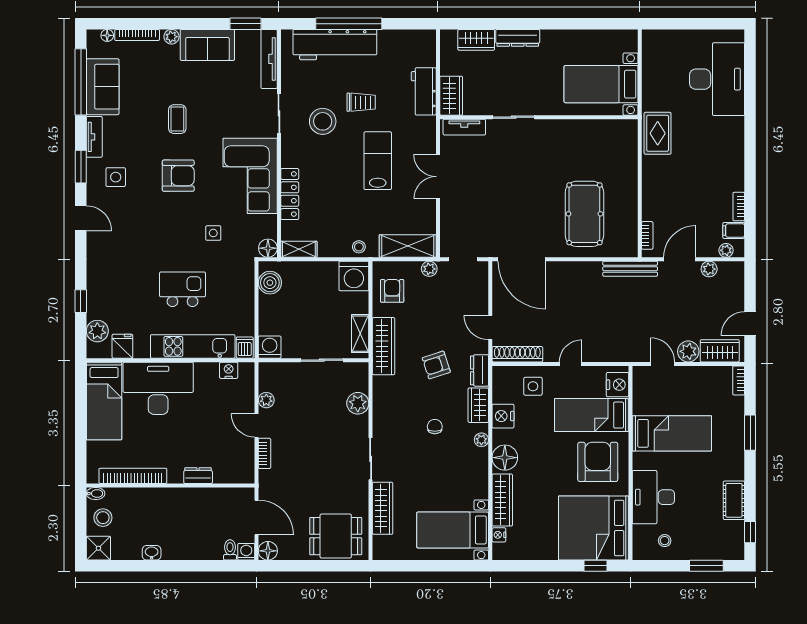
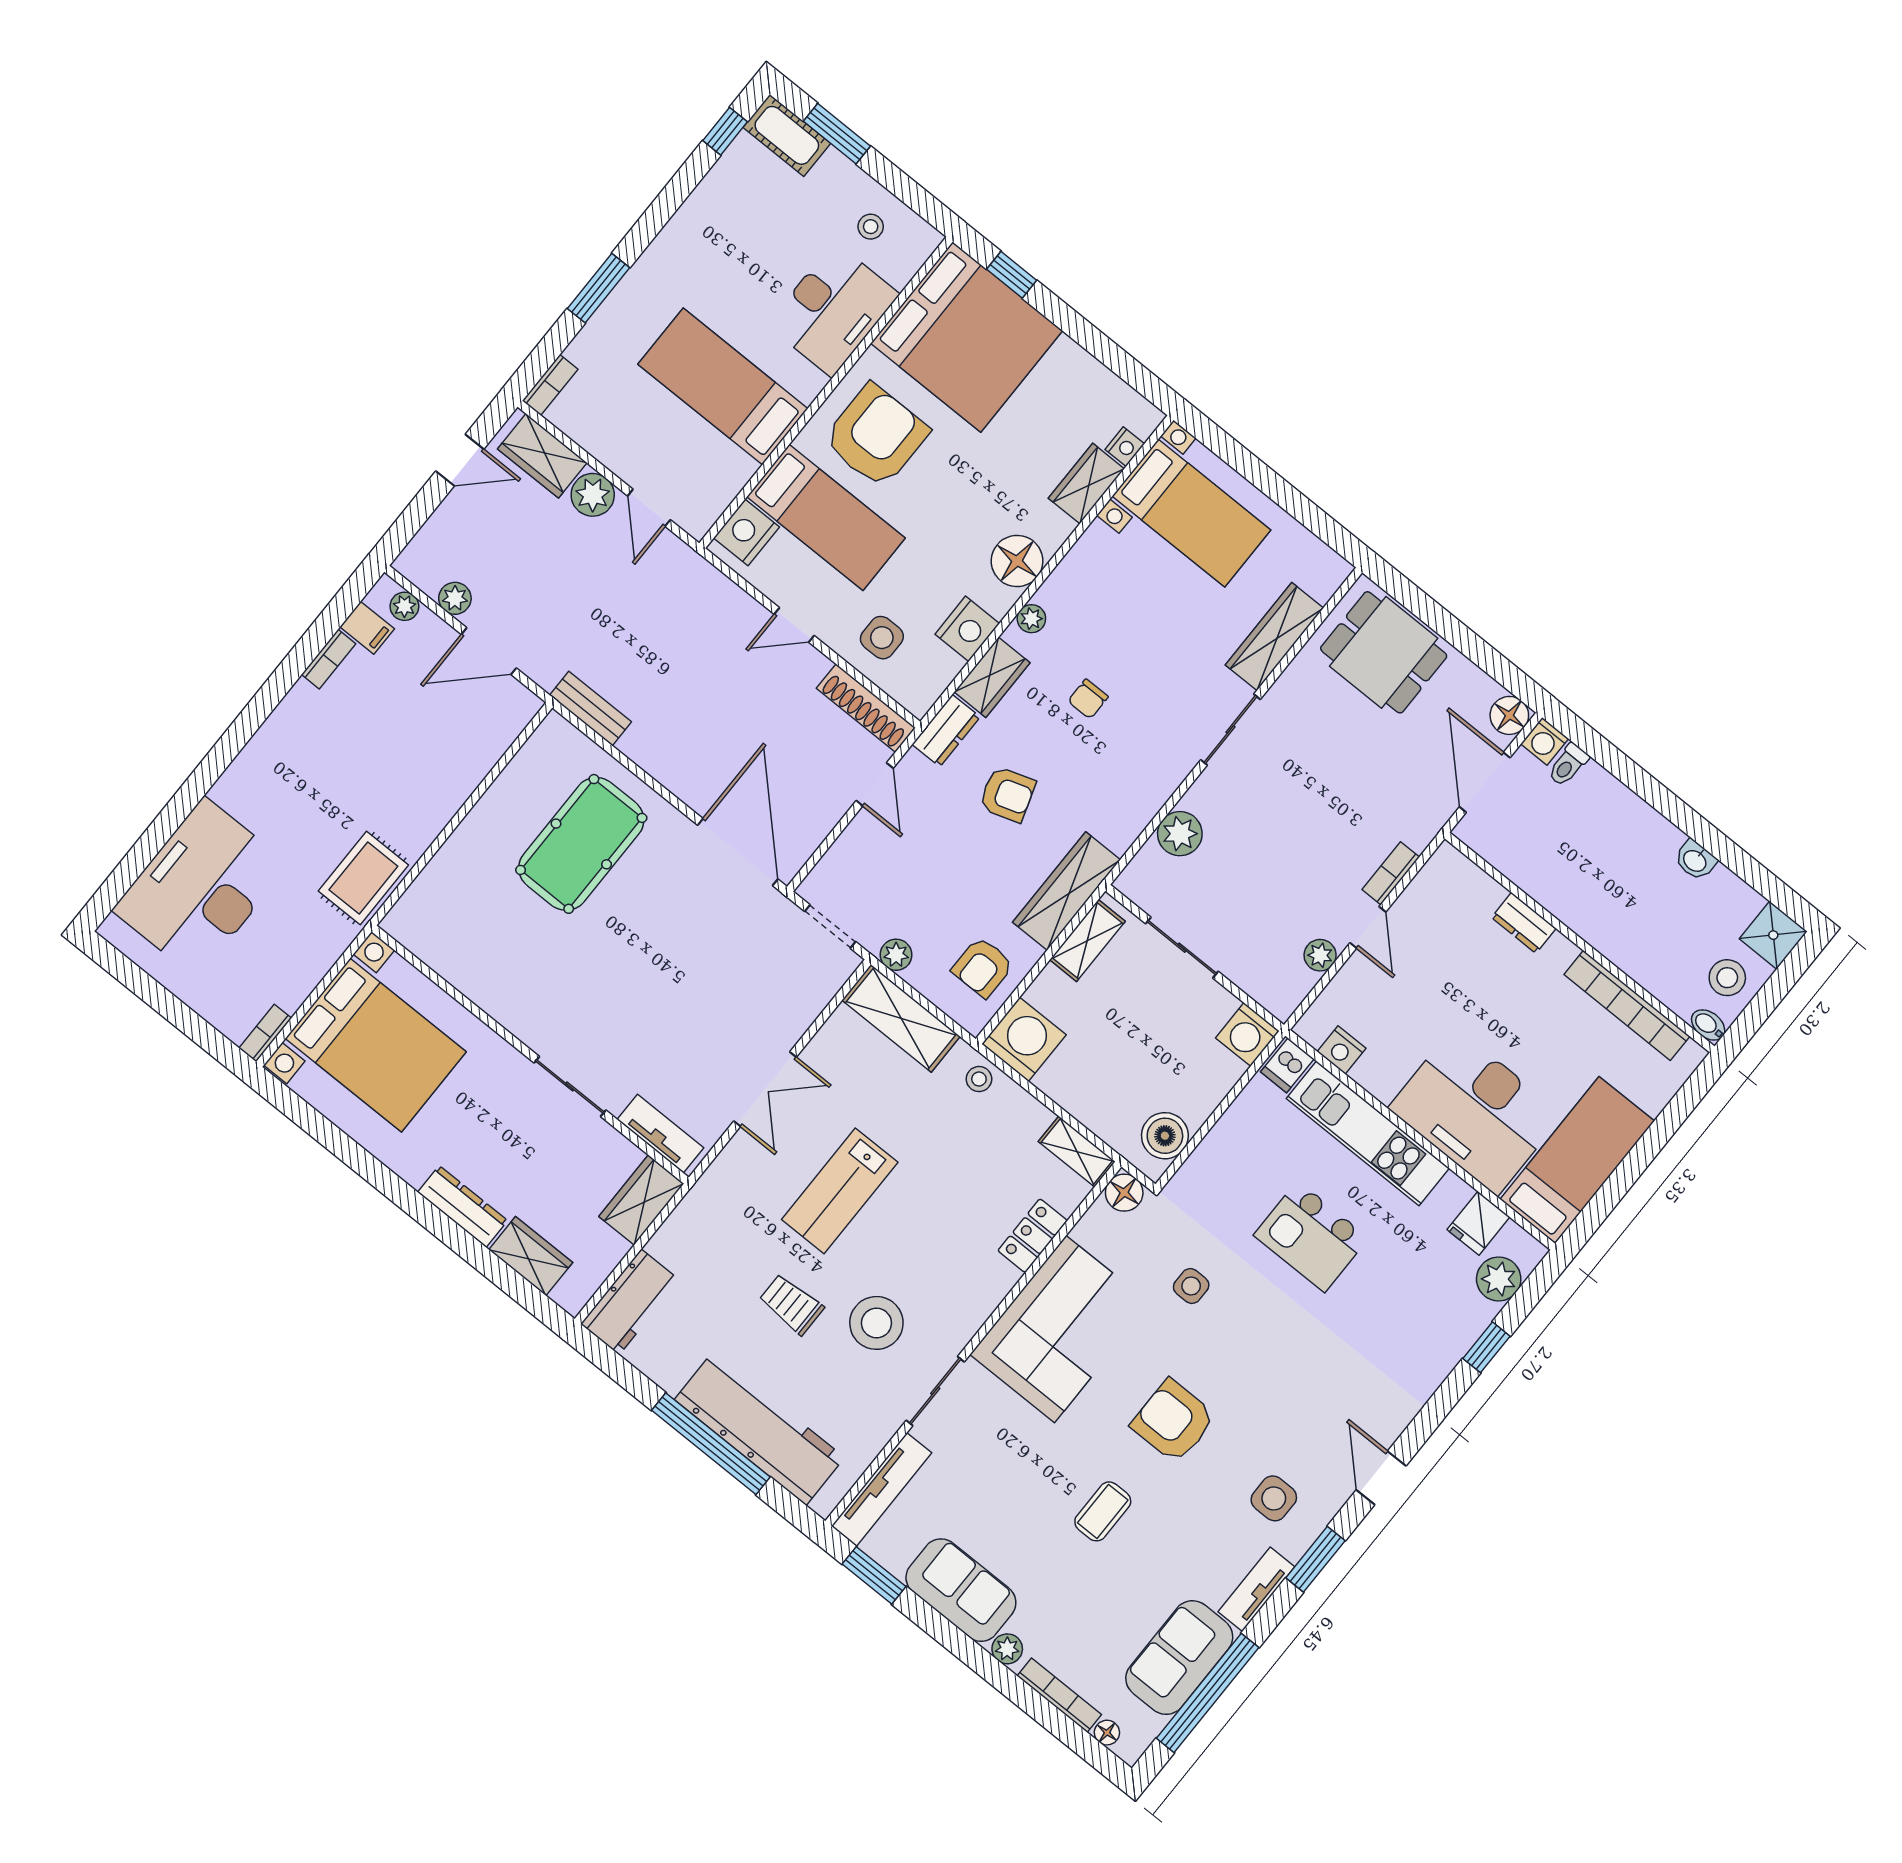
bed with nightstands: (601, 84) -> (376, 1045), width x1.36
workbench: (424, 91) -> (630, 1302), moved
locker: (290, 194) -> (1033, 1236), width x0.66
bookcase: (647, 235) -> (265, 1033), moved
bench: (630, 269) -> (591, 708), width x0.73
armchair: (598, 462) -> (876, 436), turned 180
wardrobe: (502, 500) -> (1086, 483), width x0.67
cot: (734, 500) -> (787, 135), moved, turned 90

